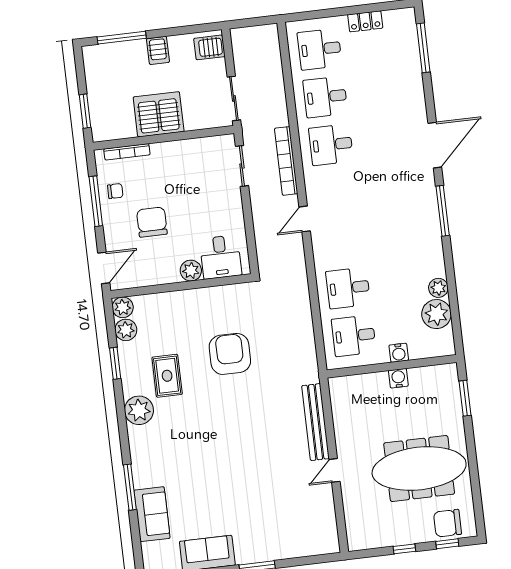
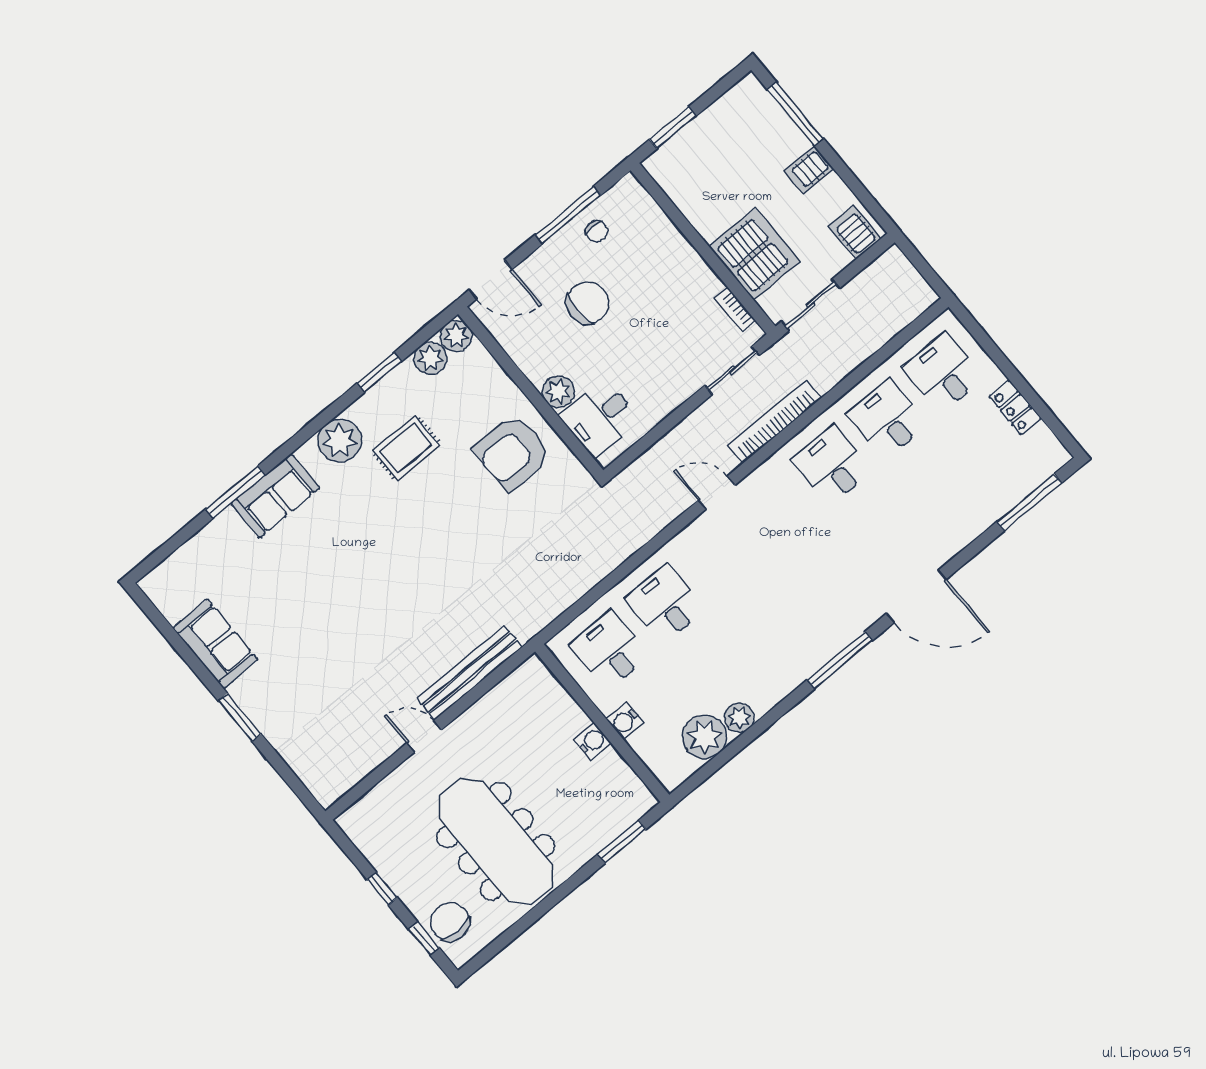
server rack: (159, 114) -> (755, 254), moved
bookcase: (127, 152) -> (735, 309), moved, width x0.64
armchair: (230, 354) -> (513, 453), moved, turned 180
sofa: (152, 514) -> (275, 496), moved

